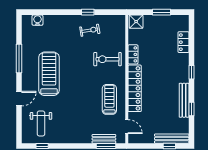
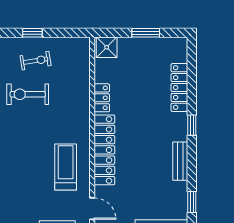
locker: (183, 42) -> (179, 87), width x1.53
exercise bike: (108, 59) -> (28, 94), moved
bench: (184, 100) -> (180, 161), width x0.73
window: (192, 109) -> (192, 202), moved

